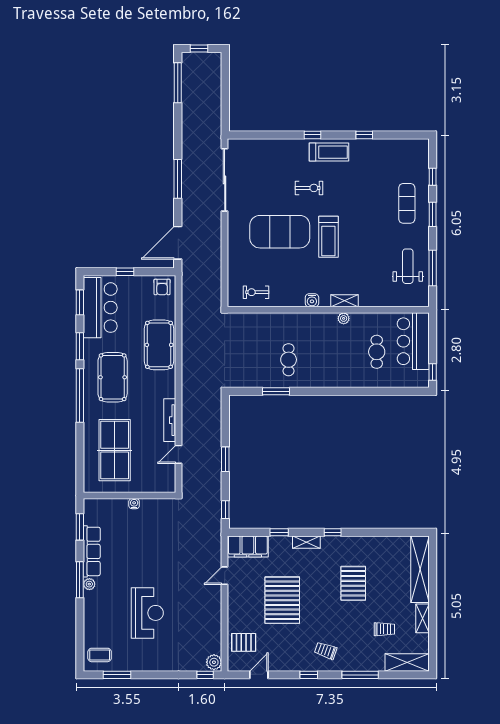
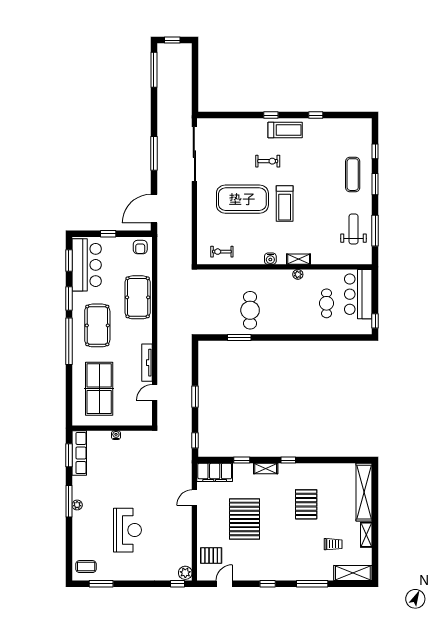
cafe table: (289, 360) -> (250, 310), width x1.37, depth x1.35
row of seats: (92, 551) -> (79, 453), moved
trolley: (326, 651) -> (282, 563), removed

